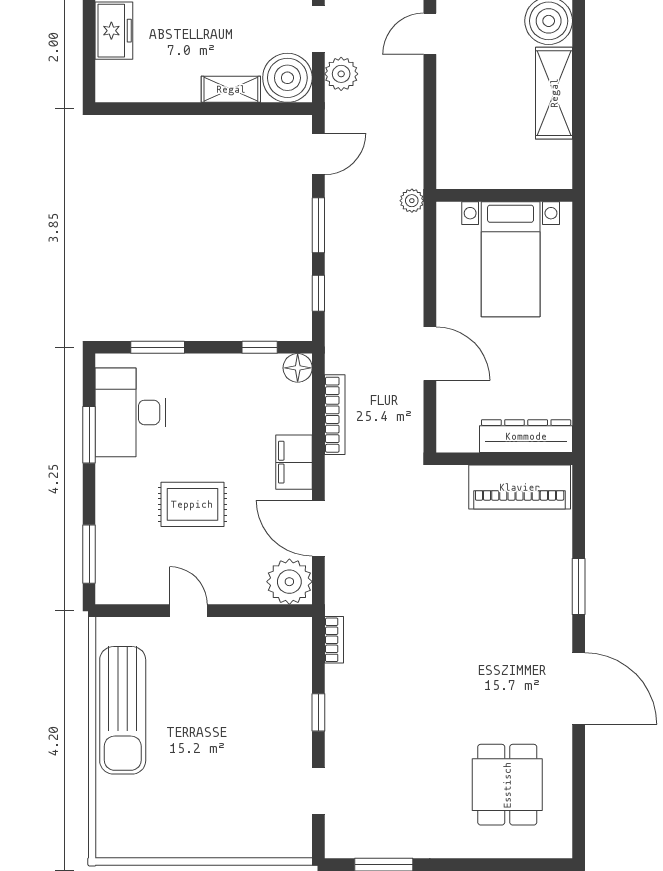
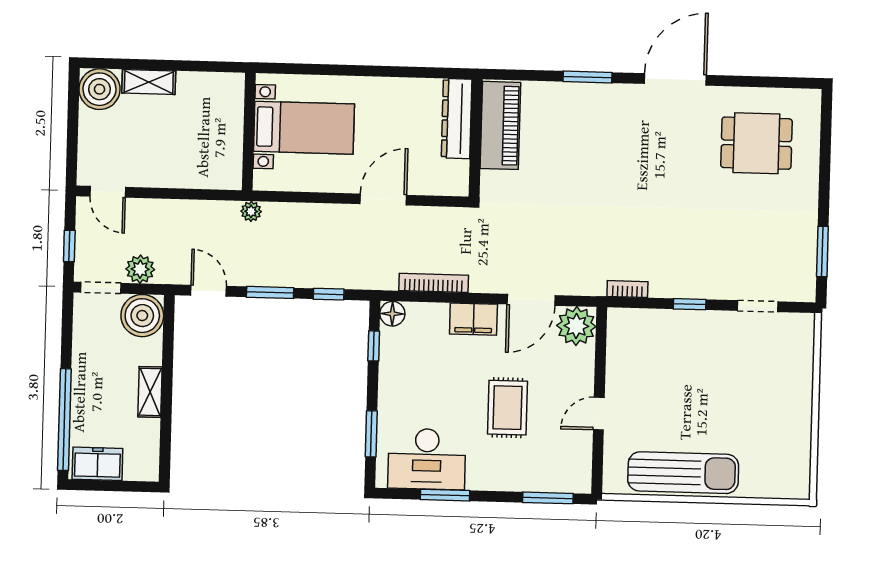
shelving: (231, 89) -> (150, 392), moved
shelving: (554, 93) -> (149, 82), width x0.67, depth x0.75

